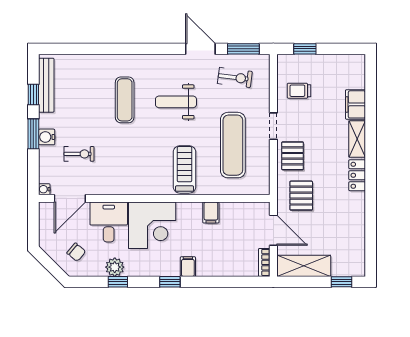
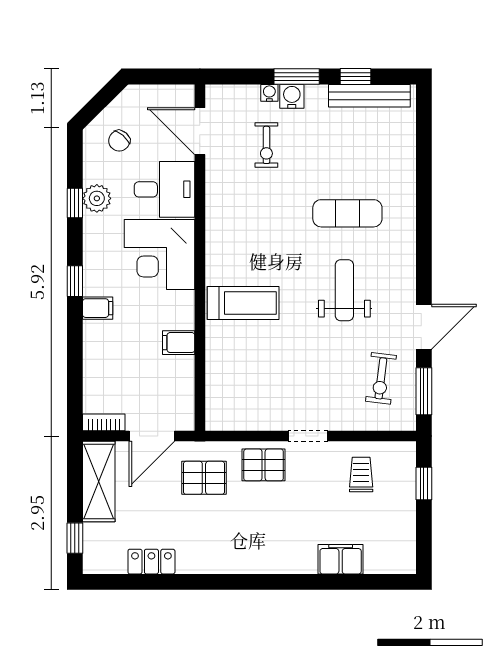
shelving: (357, 139) -> (289, 562), removed
exercise mat: (233, 145) -> (280, 375), removed
locker: (357, 175) -> (151, 562), moved
water cooler: (44, 189) -> (269, 93), moved

